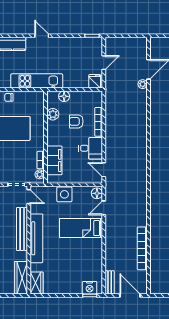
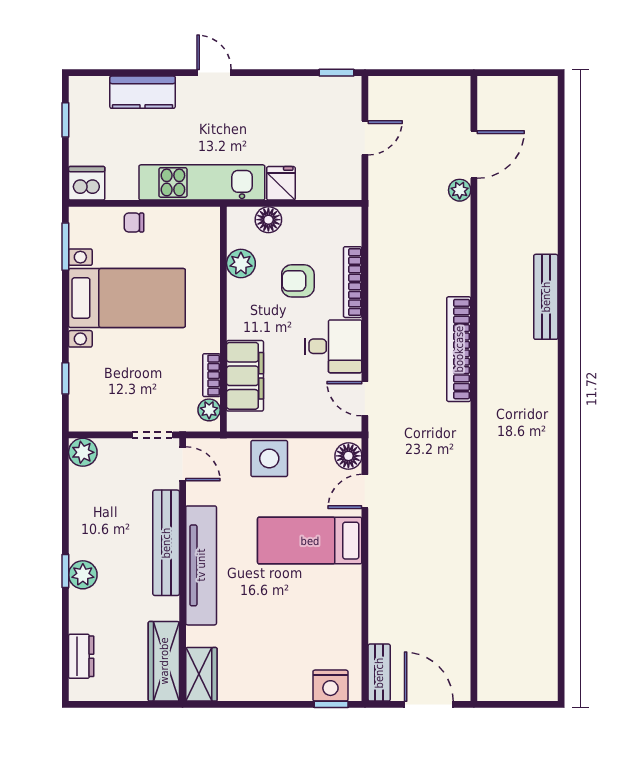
fridge: (95, 81) -> (281, 183), moved
bookcase: (142, 248) -> (459, 349), moved

